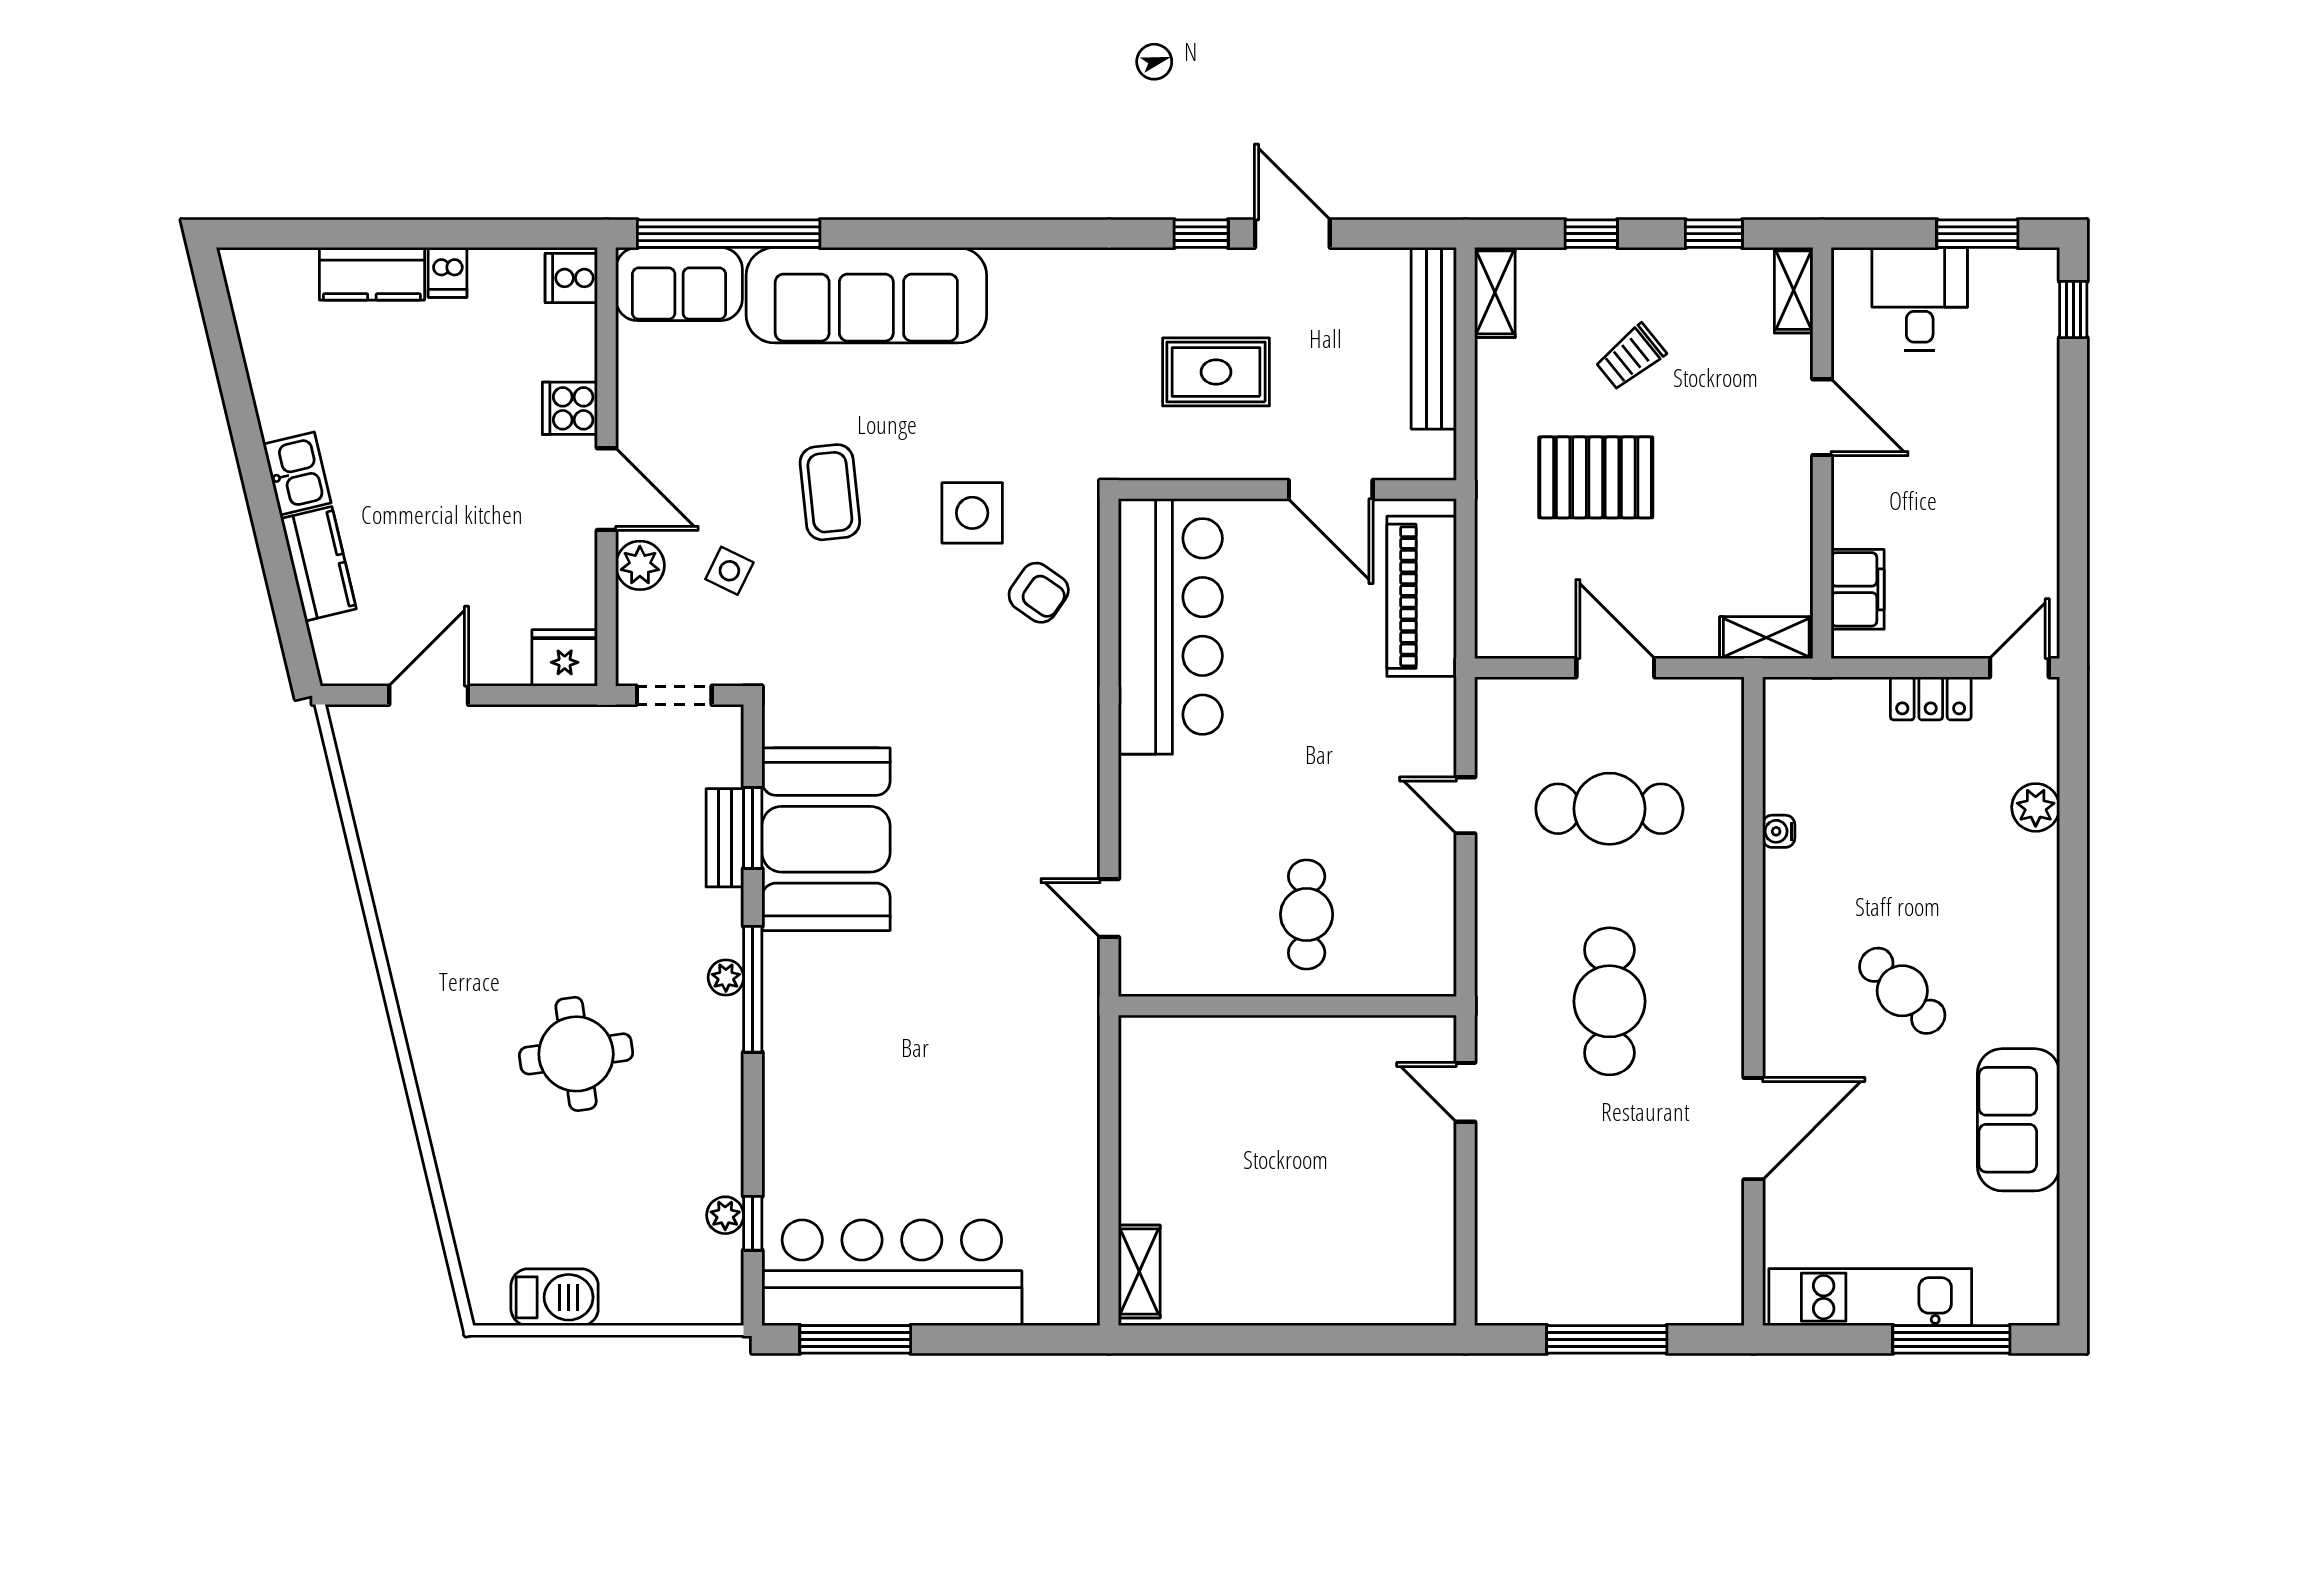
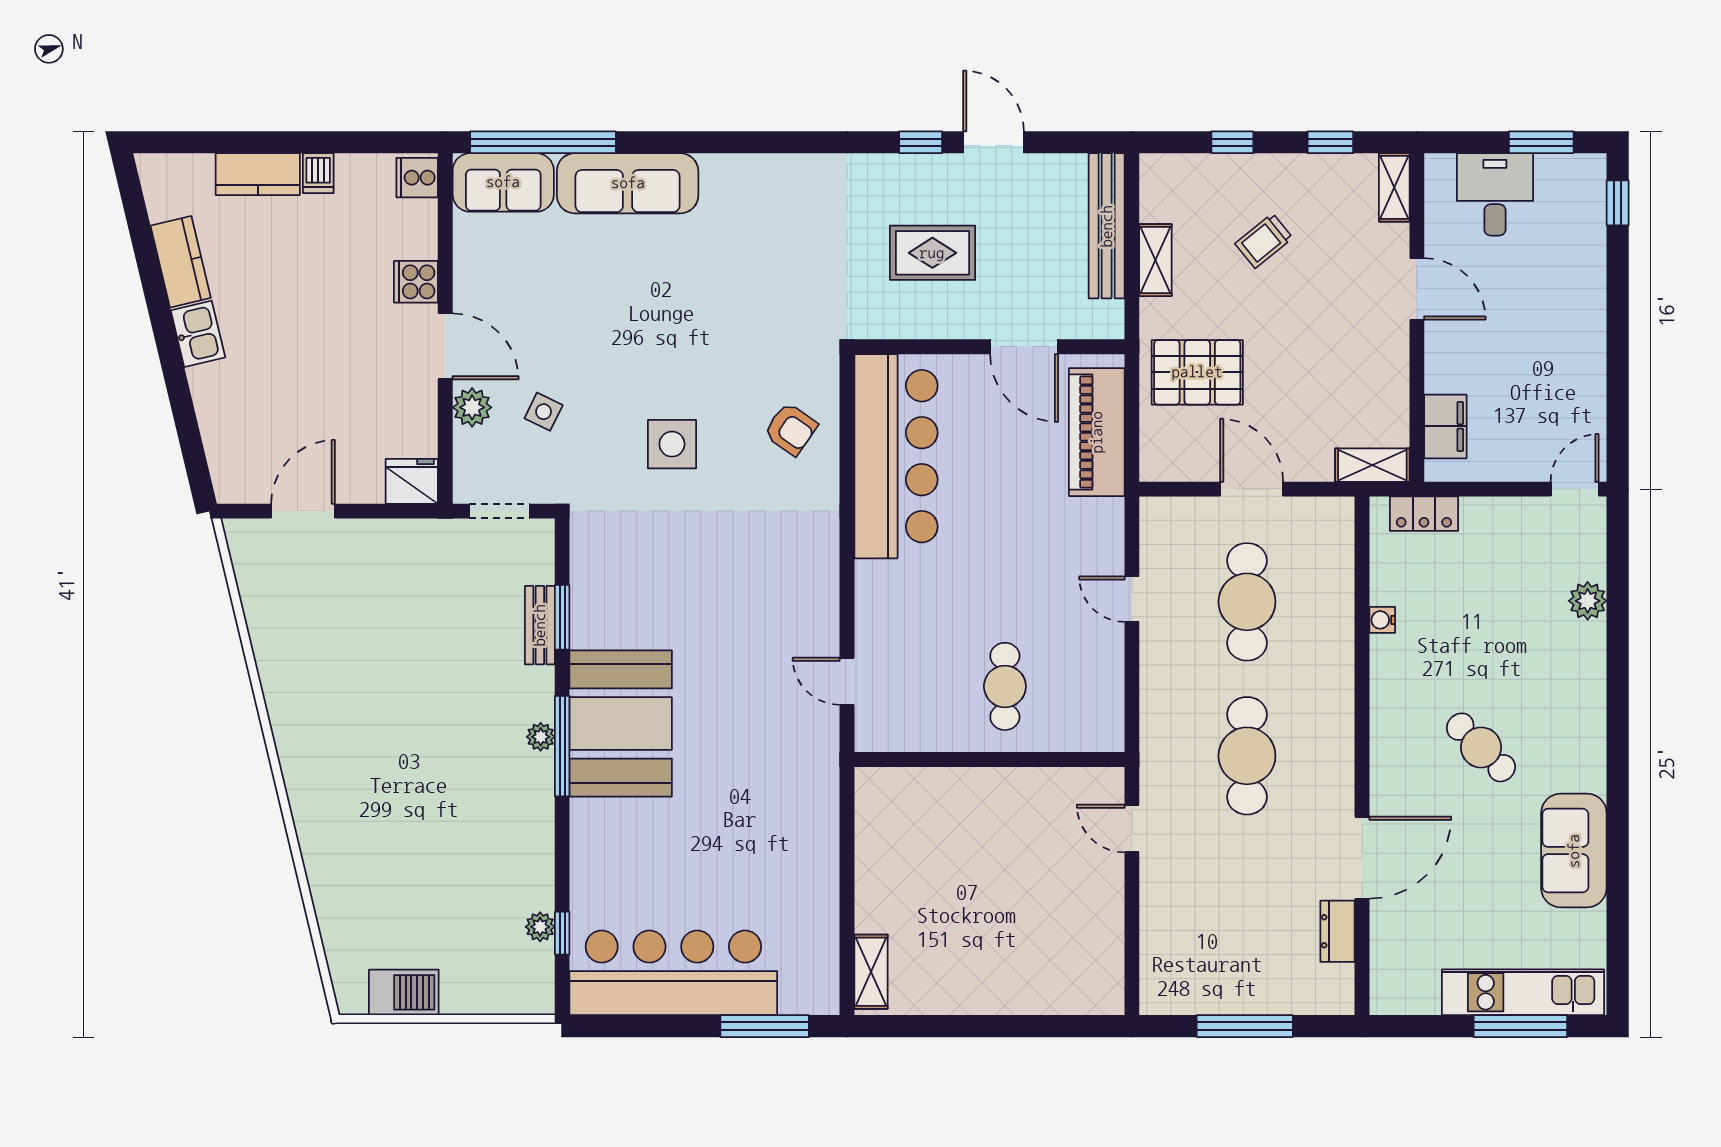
shelving: (1495, 292) -> (1155, 260), moved
sofa: (866, 295) -> (628, 183), width x0.74, depth x0.79
pallet: (1596, 477) -> (1197, 372), moved
coffee table: (830, 492) -> (624, 349), removed
side table: (972, 513) -> (672, 444), moved
kitchen counter: (318, 564) -> (181, 262), moved
locker: (1931, 698) -> (1424, 514), moved
cafe table: (1609, 809) -> (1247, 602), turned 90
booth: (826, 839) -> (621, 724), moved
round table: (576, 1054) -> (421, 798), removed
dresser: (1723, 1221) -> (1338, 931), added
kitchen unit: (1870, 1297) -> (1523, 992), moved
window: (855, 1339) -> (765, 1026), moved

